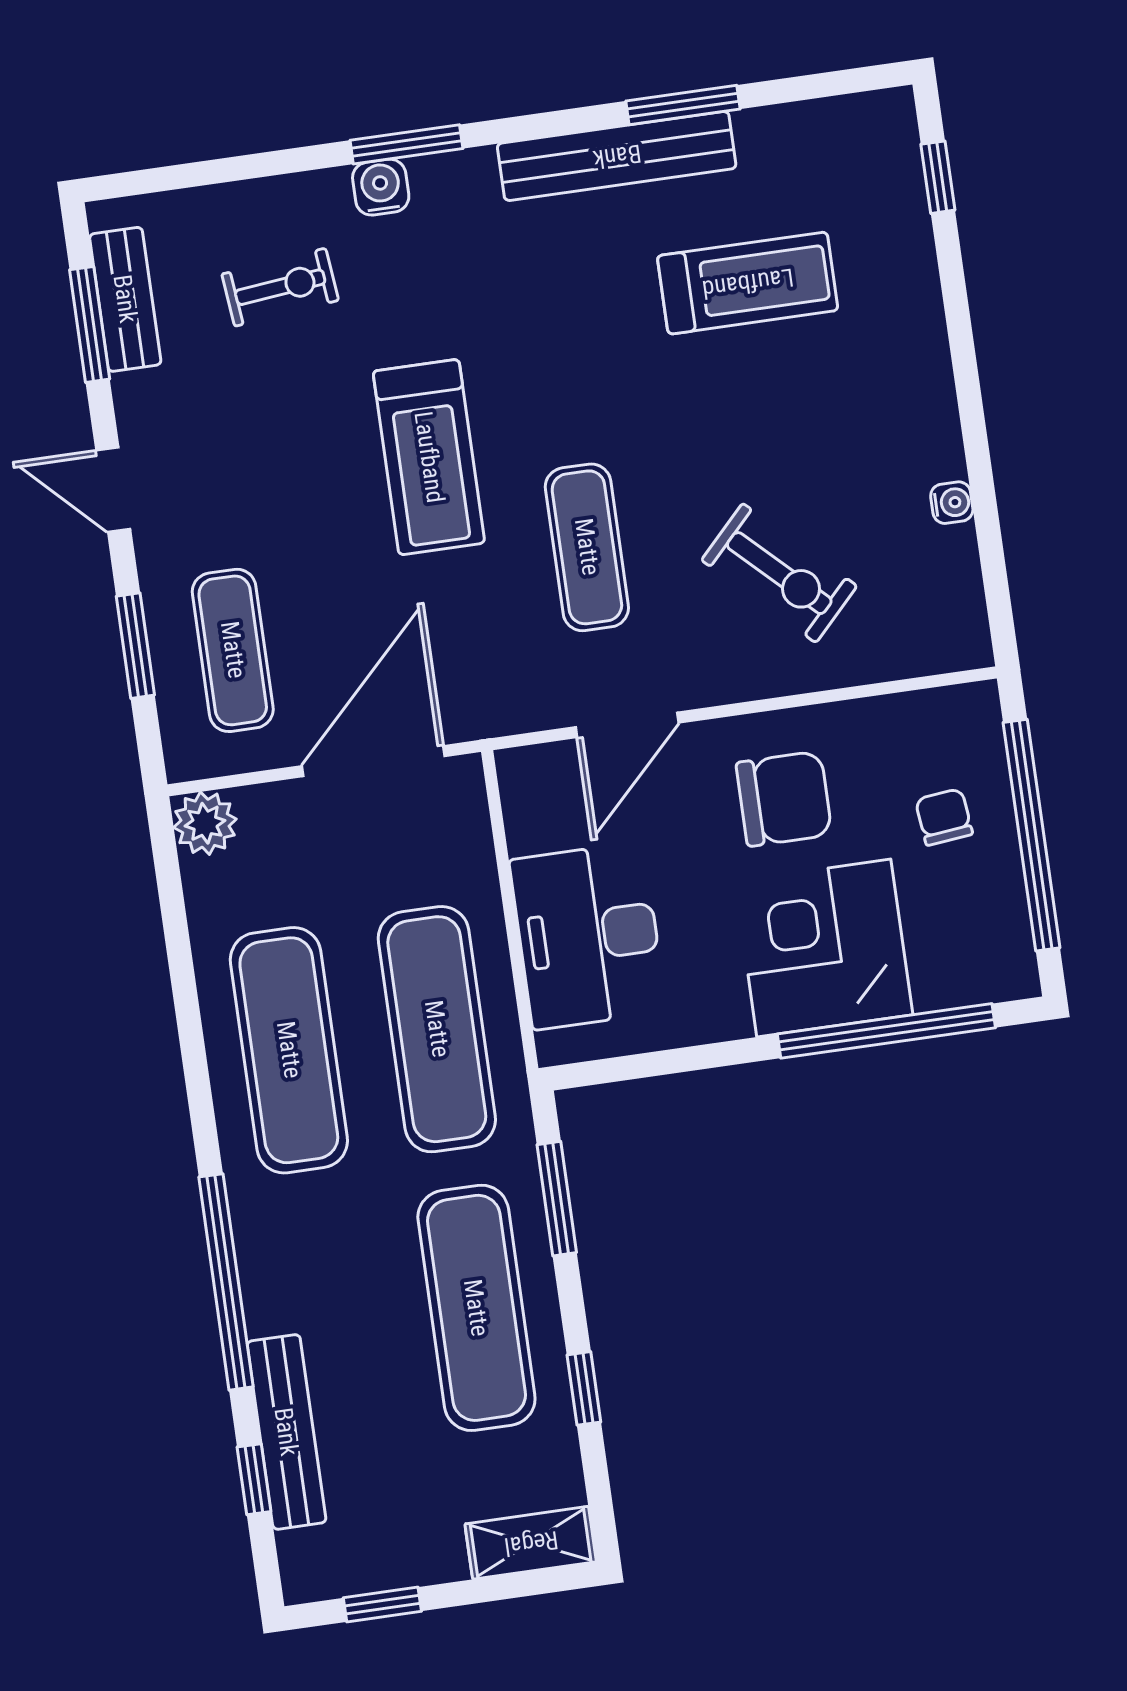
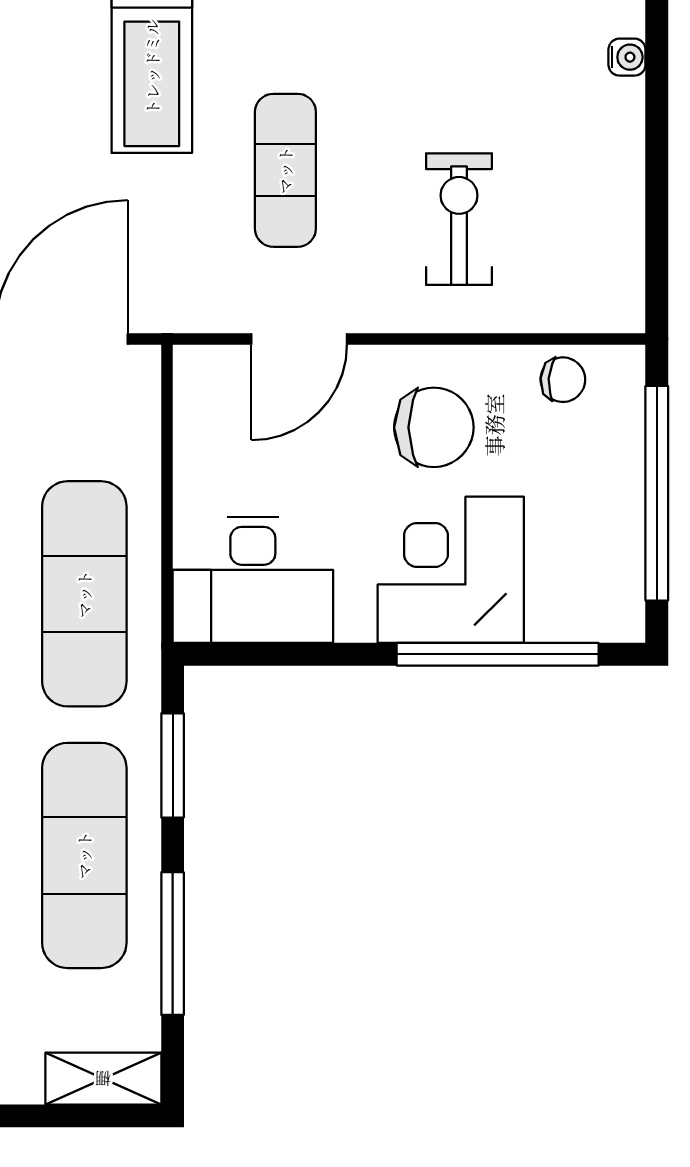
water cooler: (952, 503) -> (627, 57), moved
exercise bike: (779, 573) -> (459, 219), turned -134
chair: (944, 817) -> (563, 380), moved, turned 100
desk: (588, 936) -> (253, 580), moved, turned -90
window: (584, 1388) -> (173, 944), width x2.17

